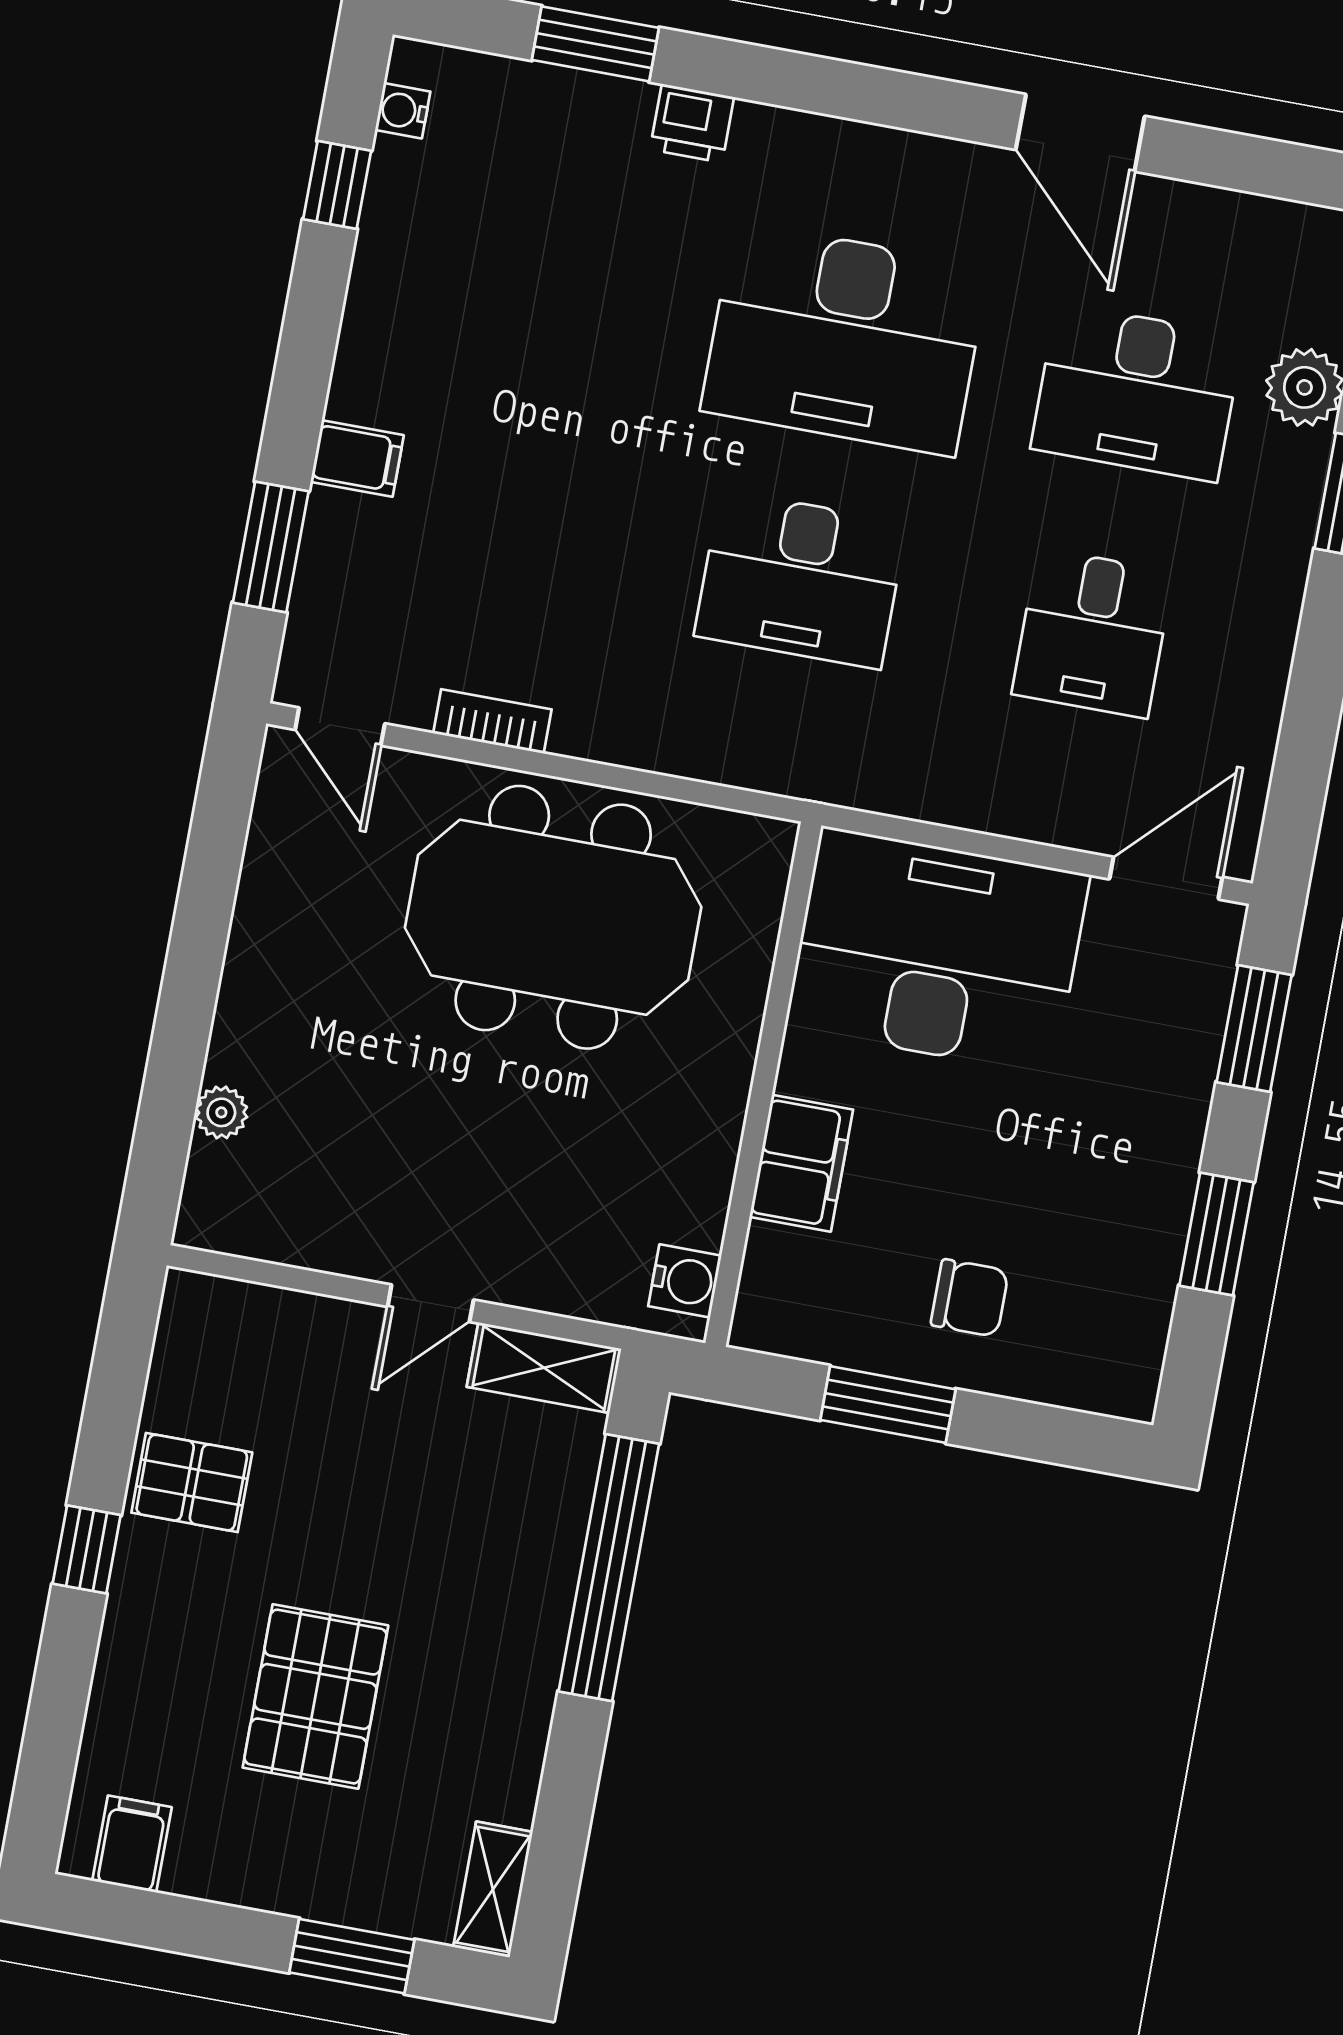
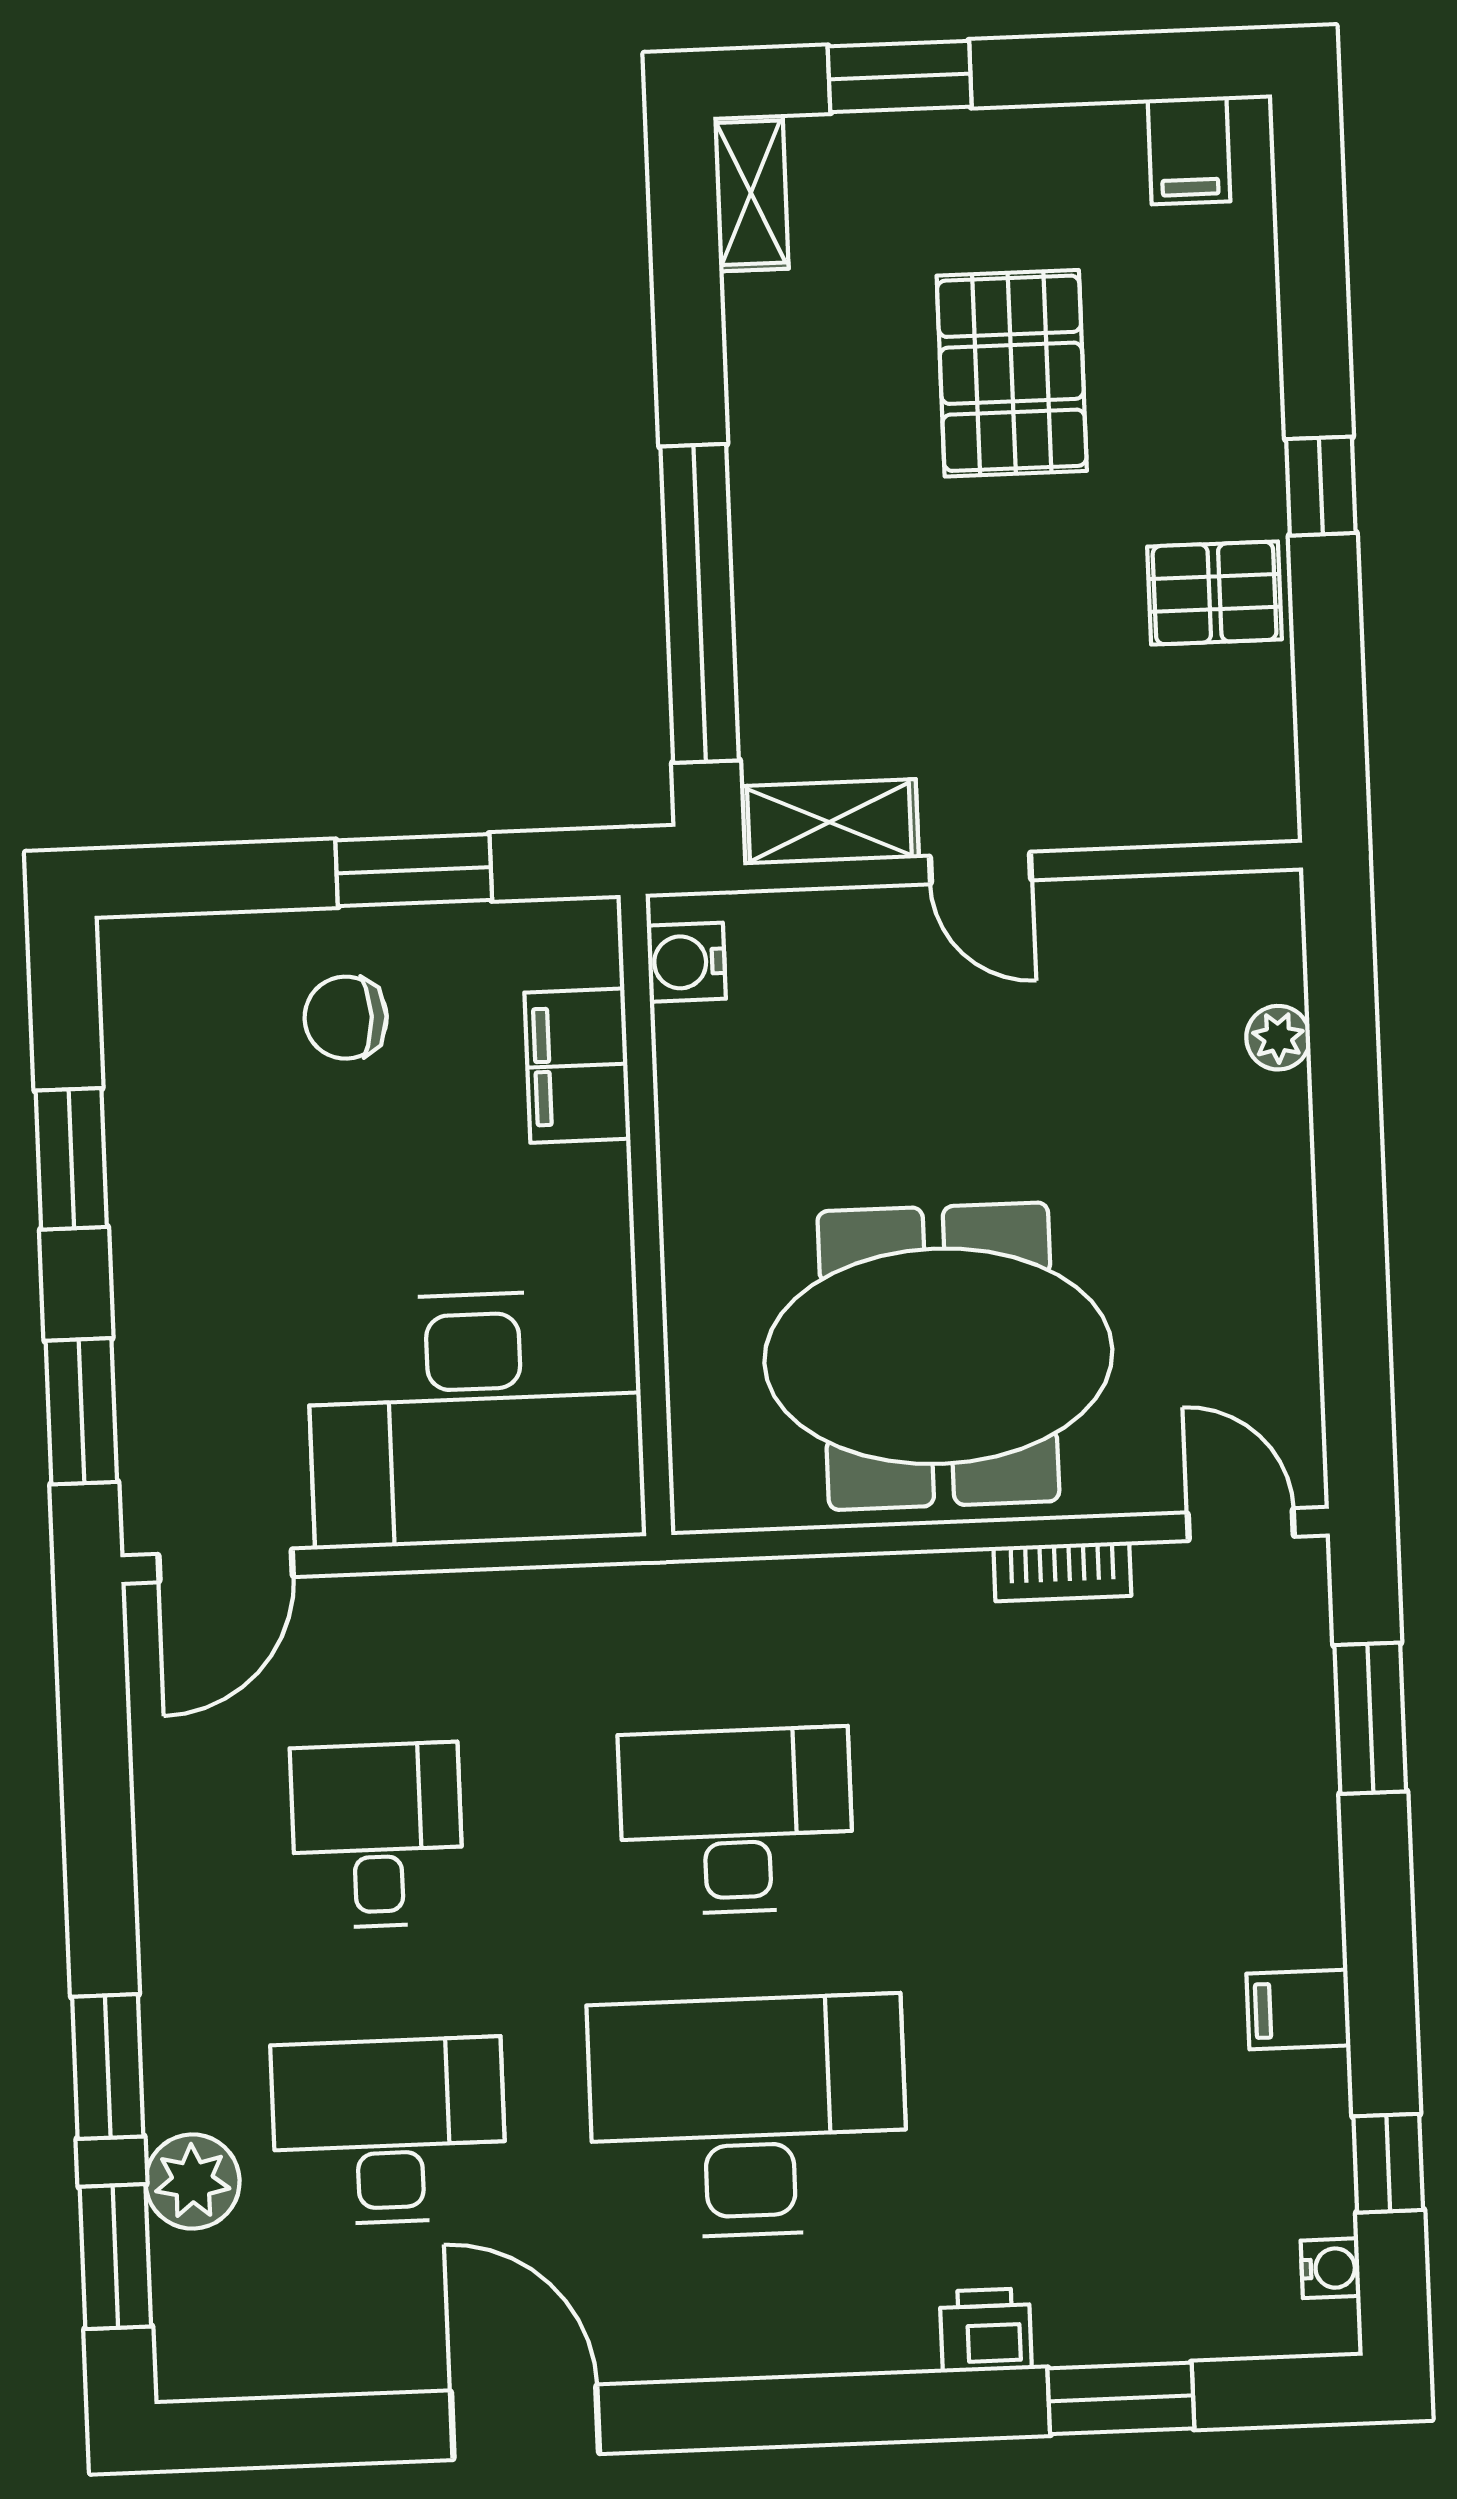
filing cabinet: (357, 458) -> (1298, 2010), moved
filing cabinet: (801, 1163) -> (577, 1066), moved
door: (431, 1303) -> (980, 868), swing flipped

